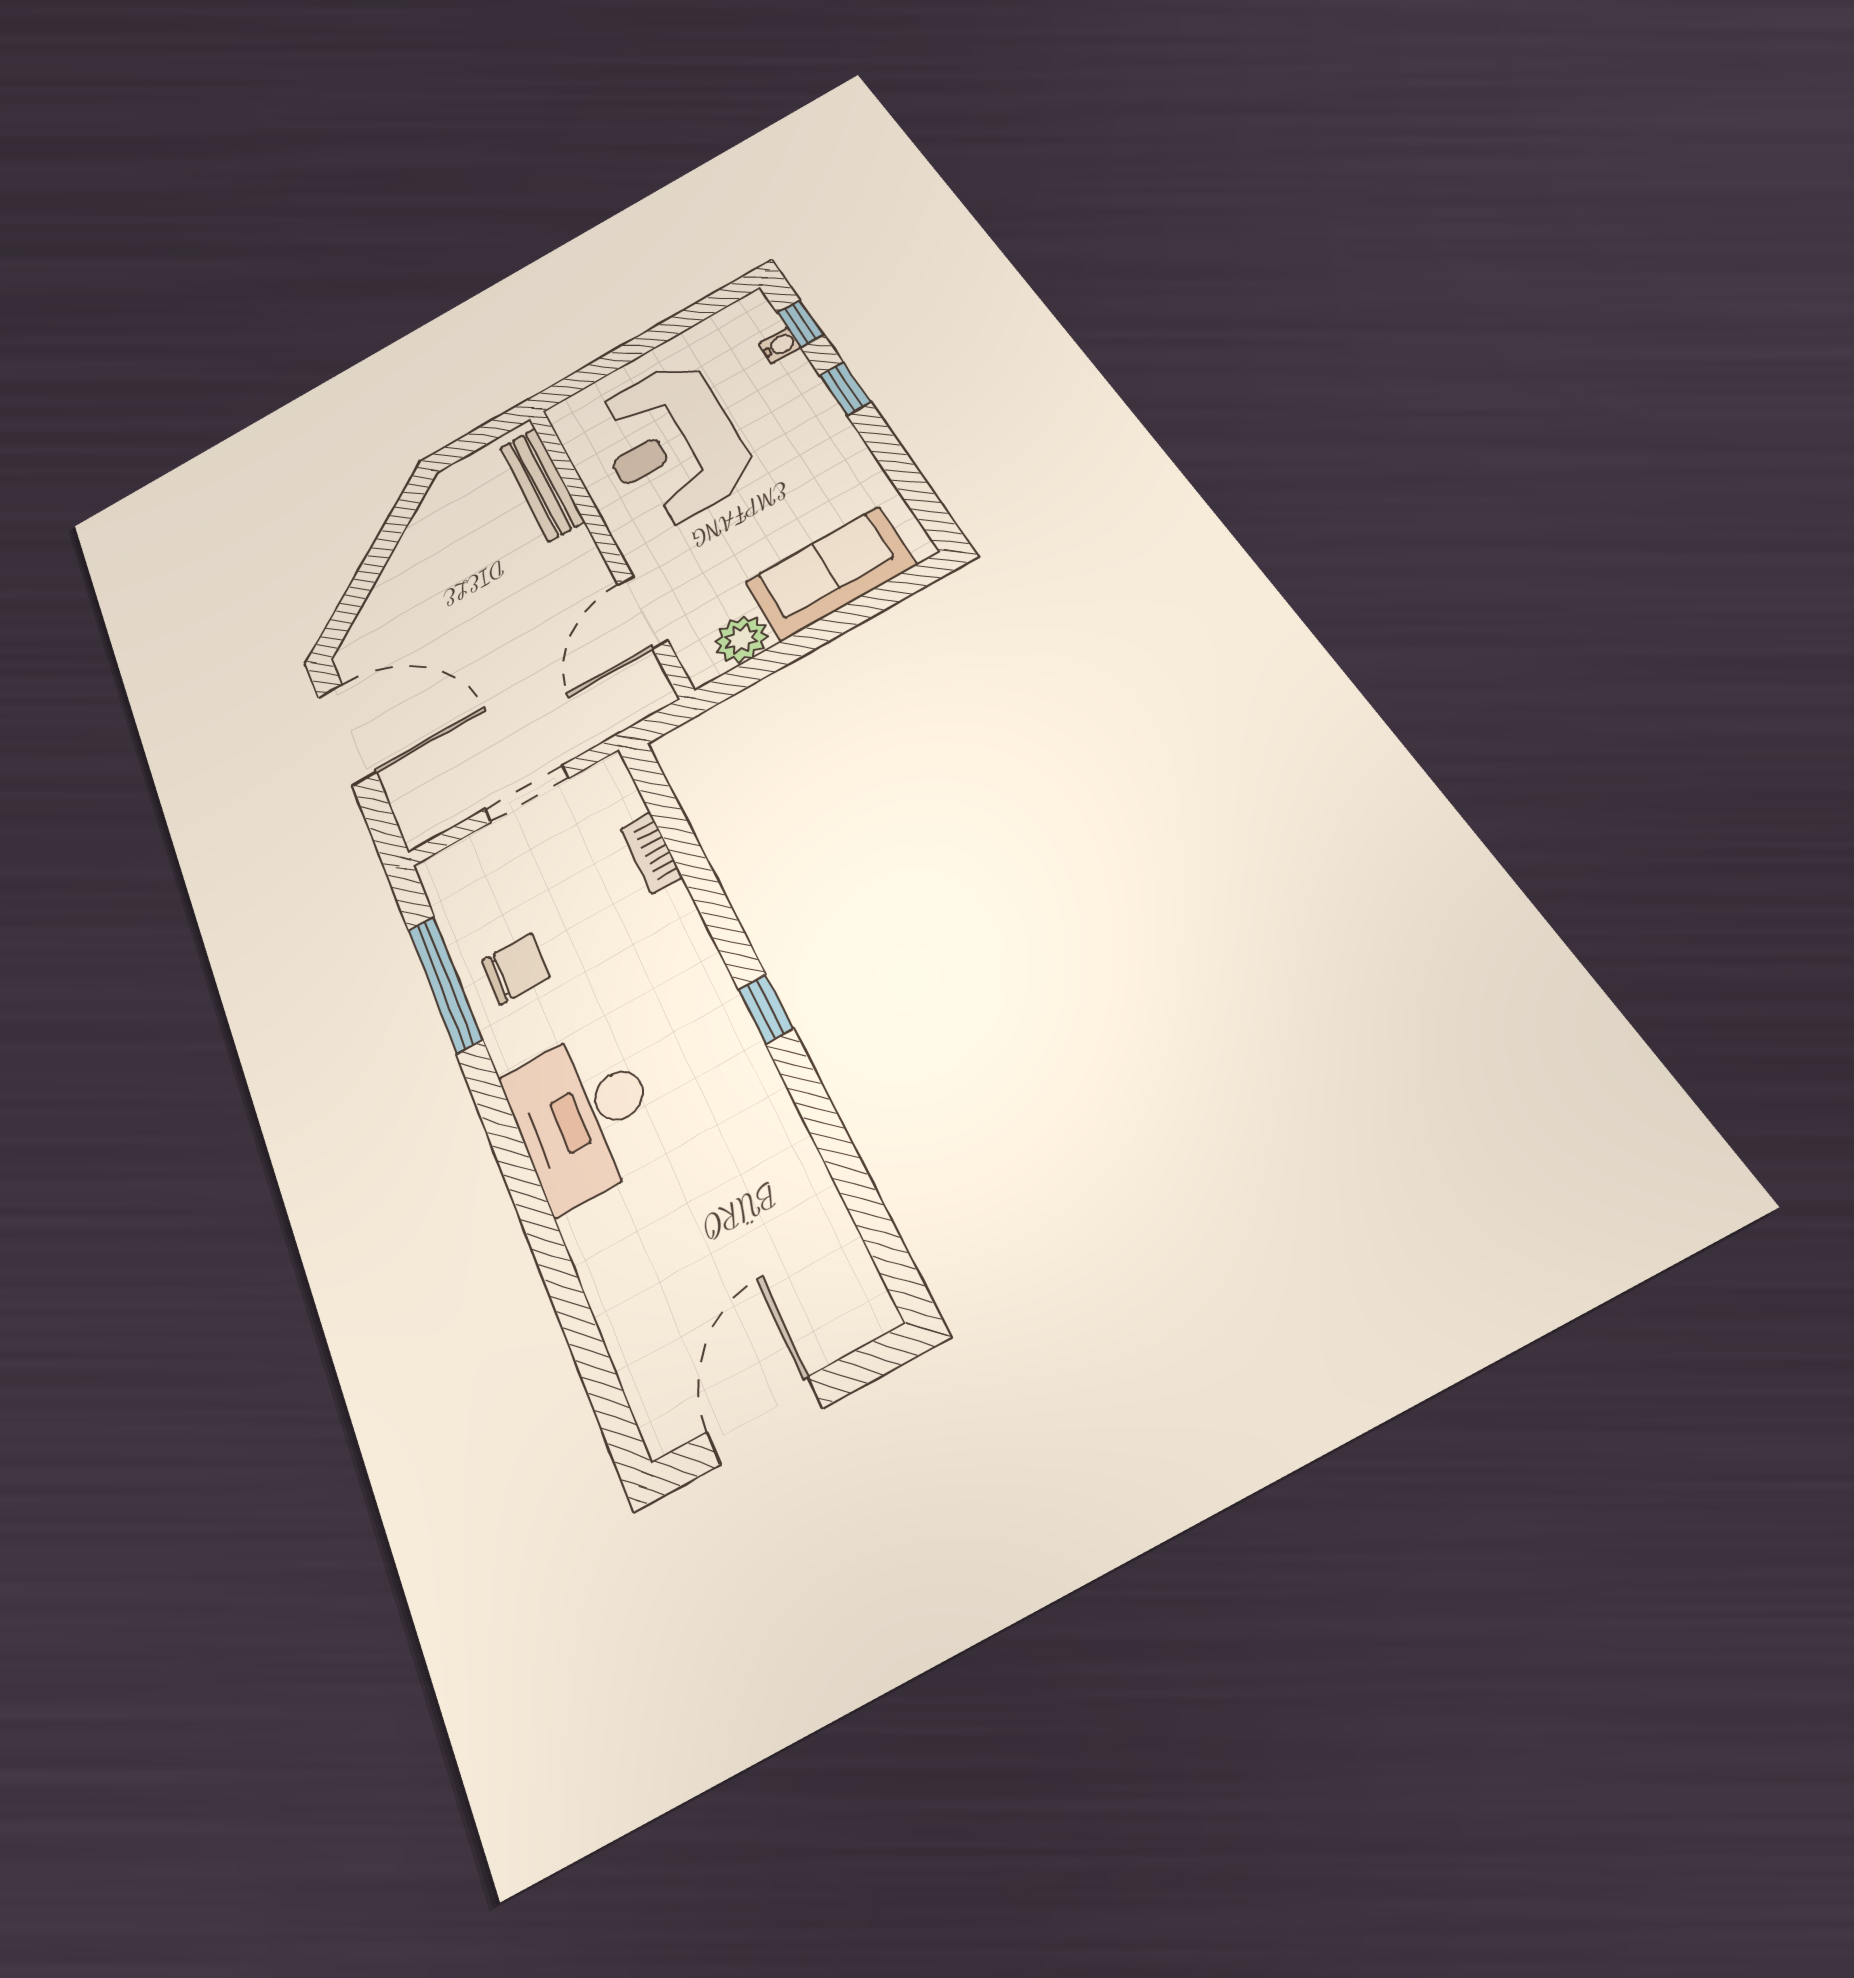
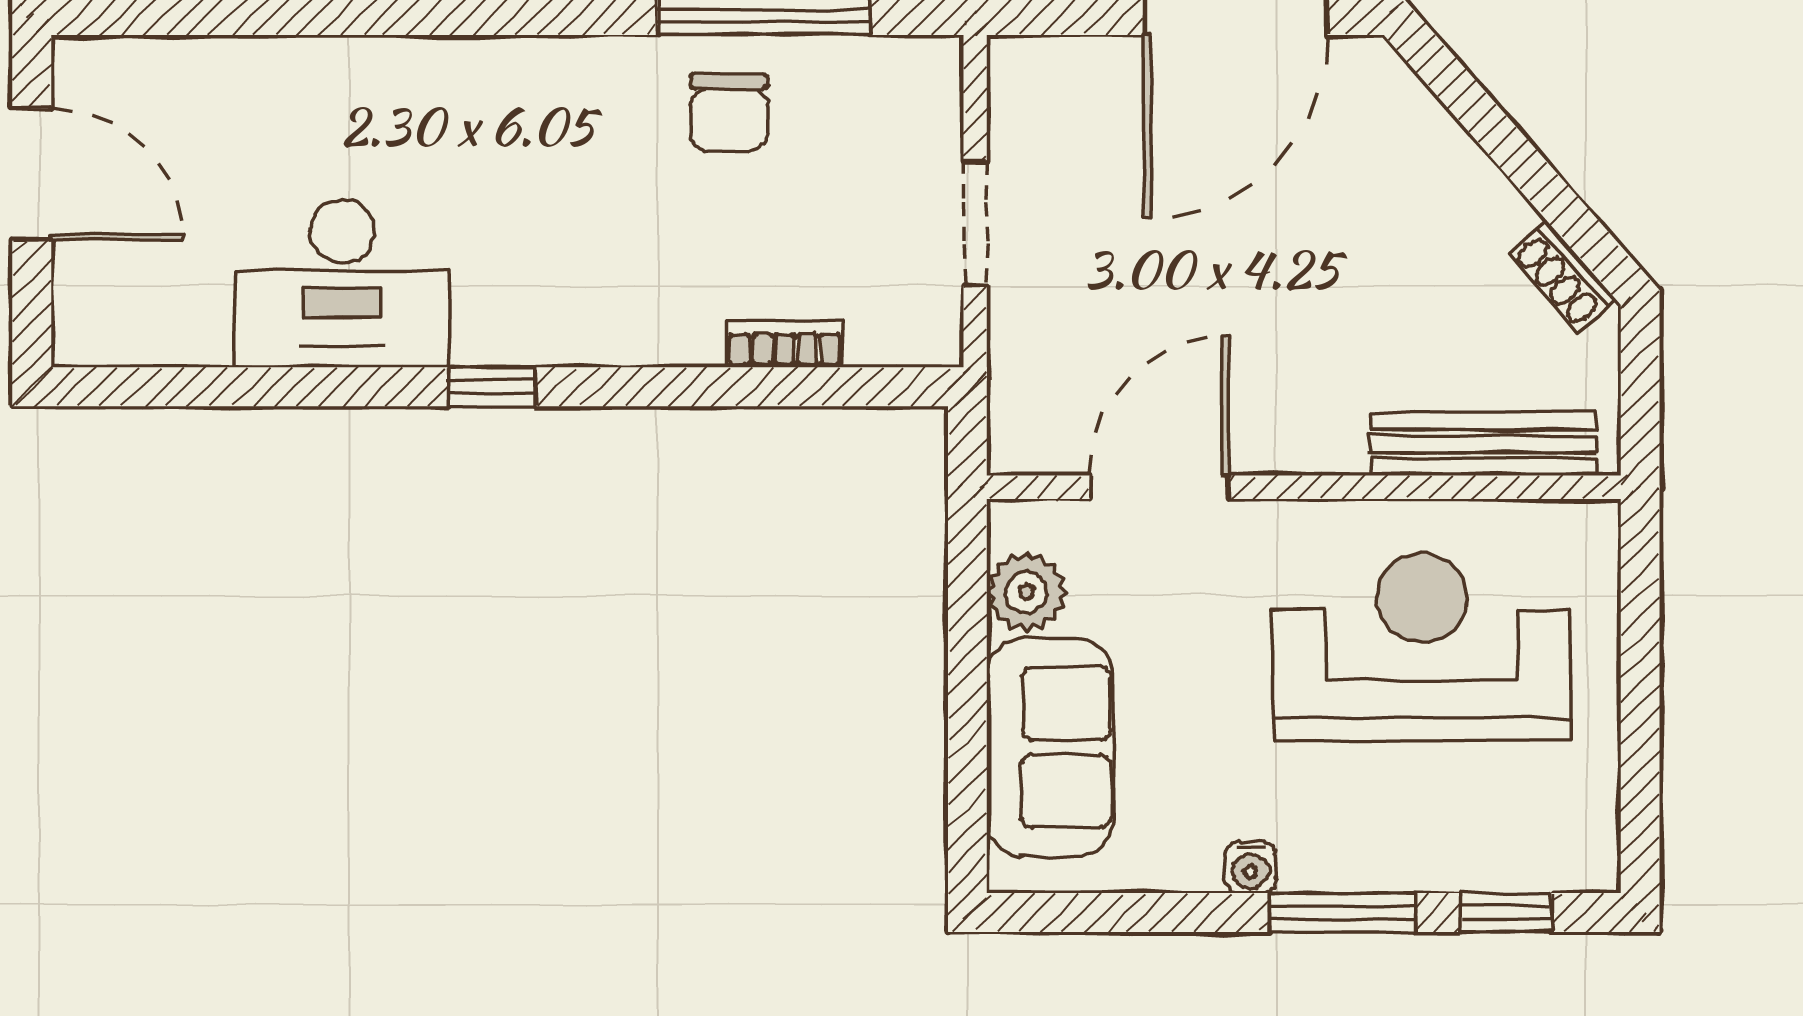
water cooler: (780, 346) -> (1250, 867), moved
window: (845, 389) -> (1342, 913), width x1.50
shoe rack: (433, 505) -> (1562, 277), added
door: (643, 612) -> (1159, 487), hinge flipped
desk: (583, 1116) -> (342, 283), moved, turned 180

